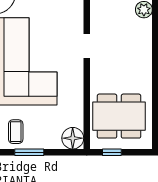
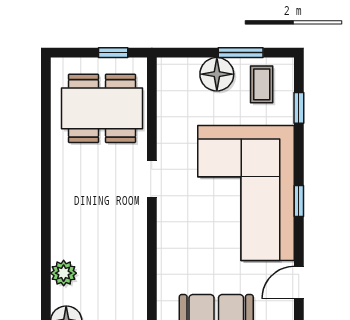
doorway: (87, 46) -> (152, 179), moved
floor lamp: (73, 138) -> (217, 74), moved

